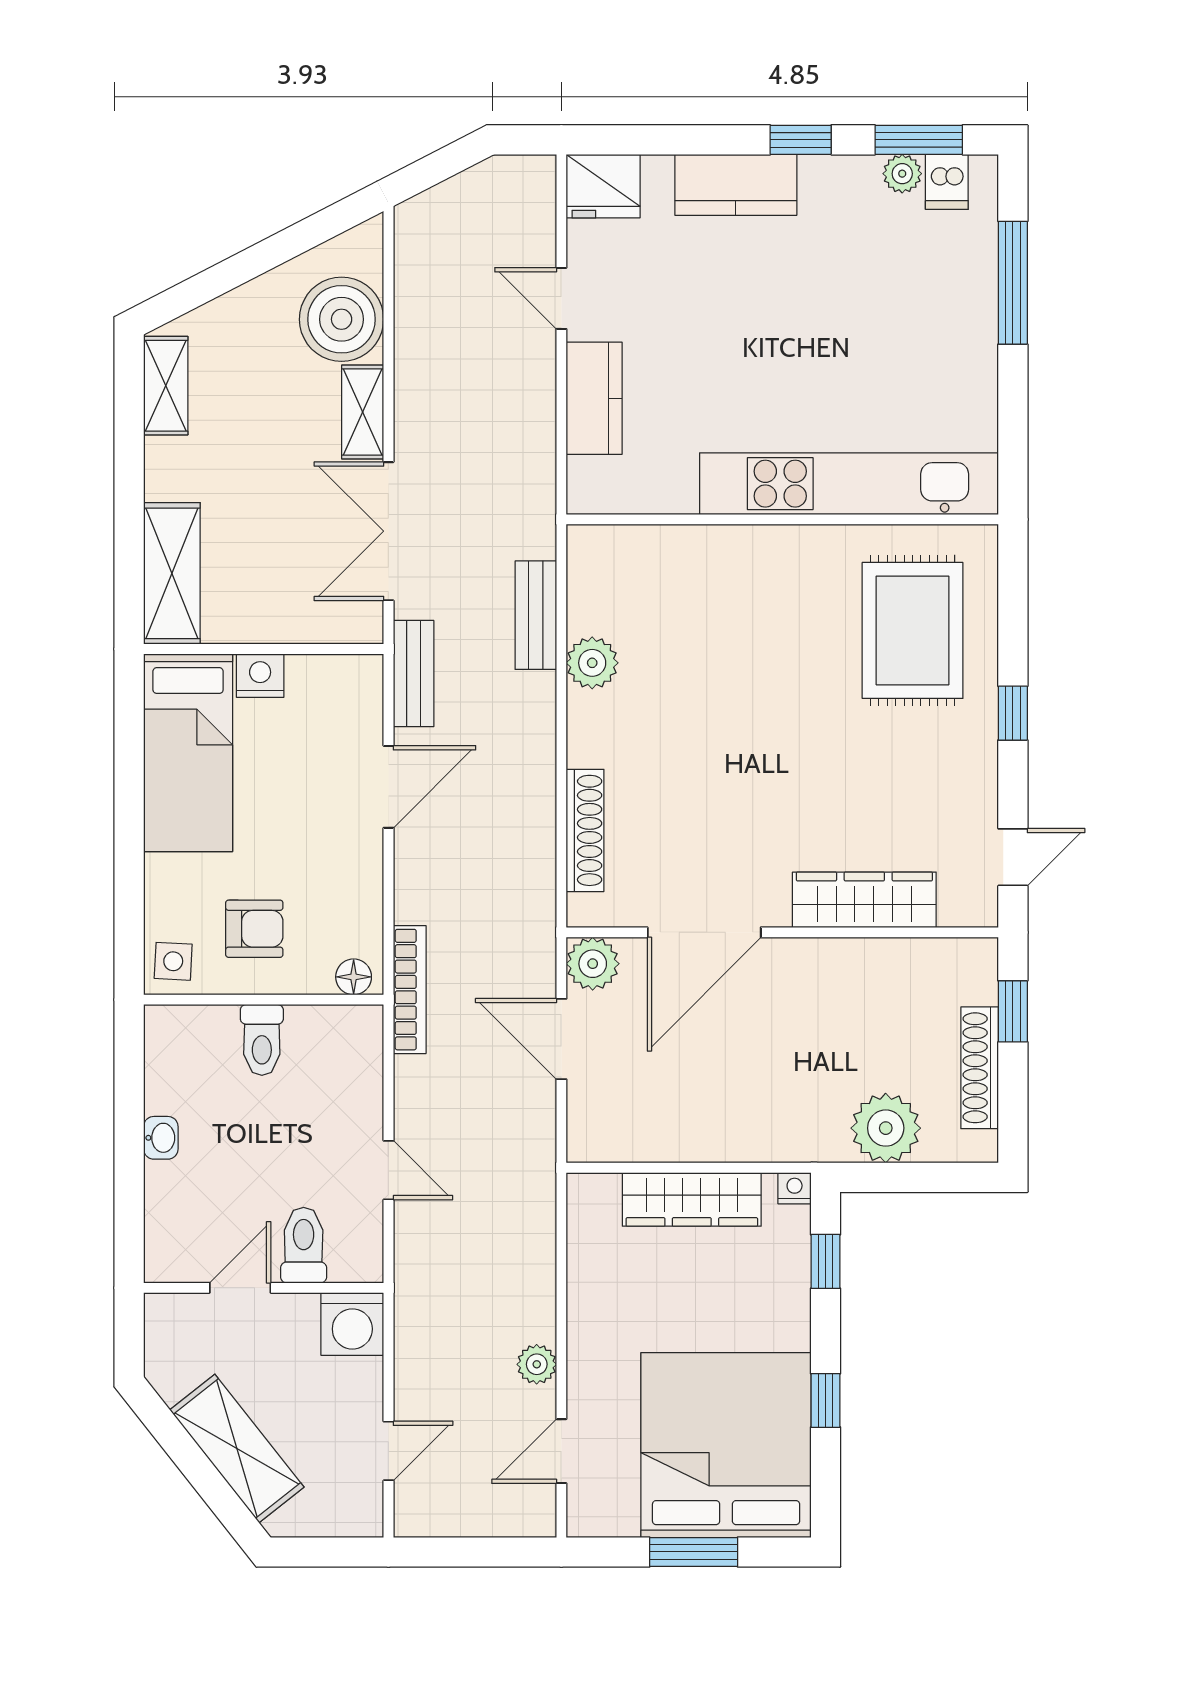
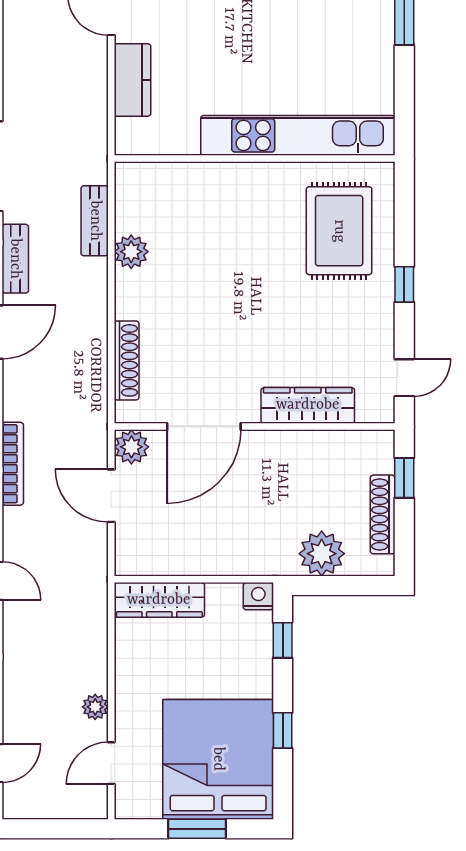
nightstand: (795, 1188) -> (258, 596), width x1.39, depth x1.35
wardrobe: (692, 1199) -> (159, 600), moved

